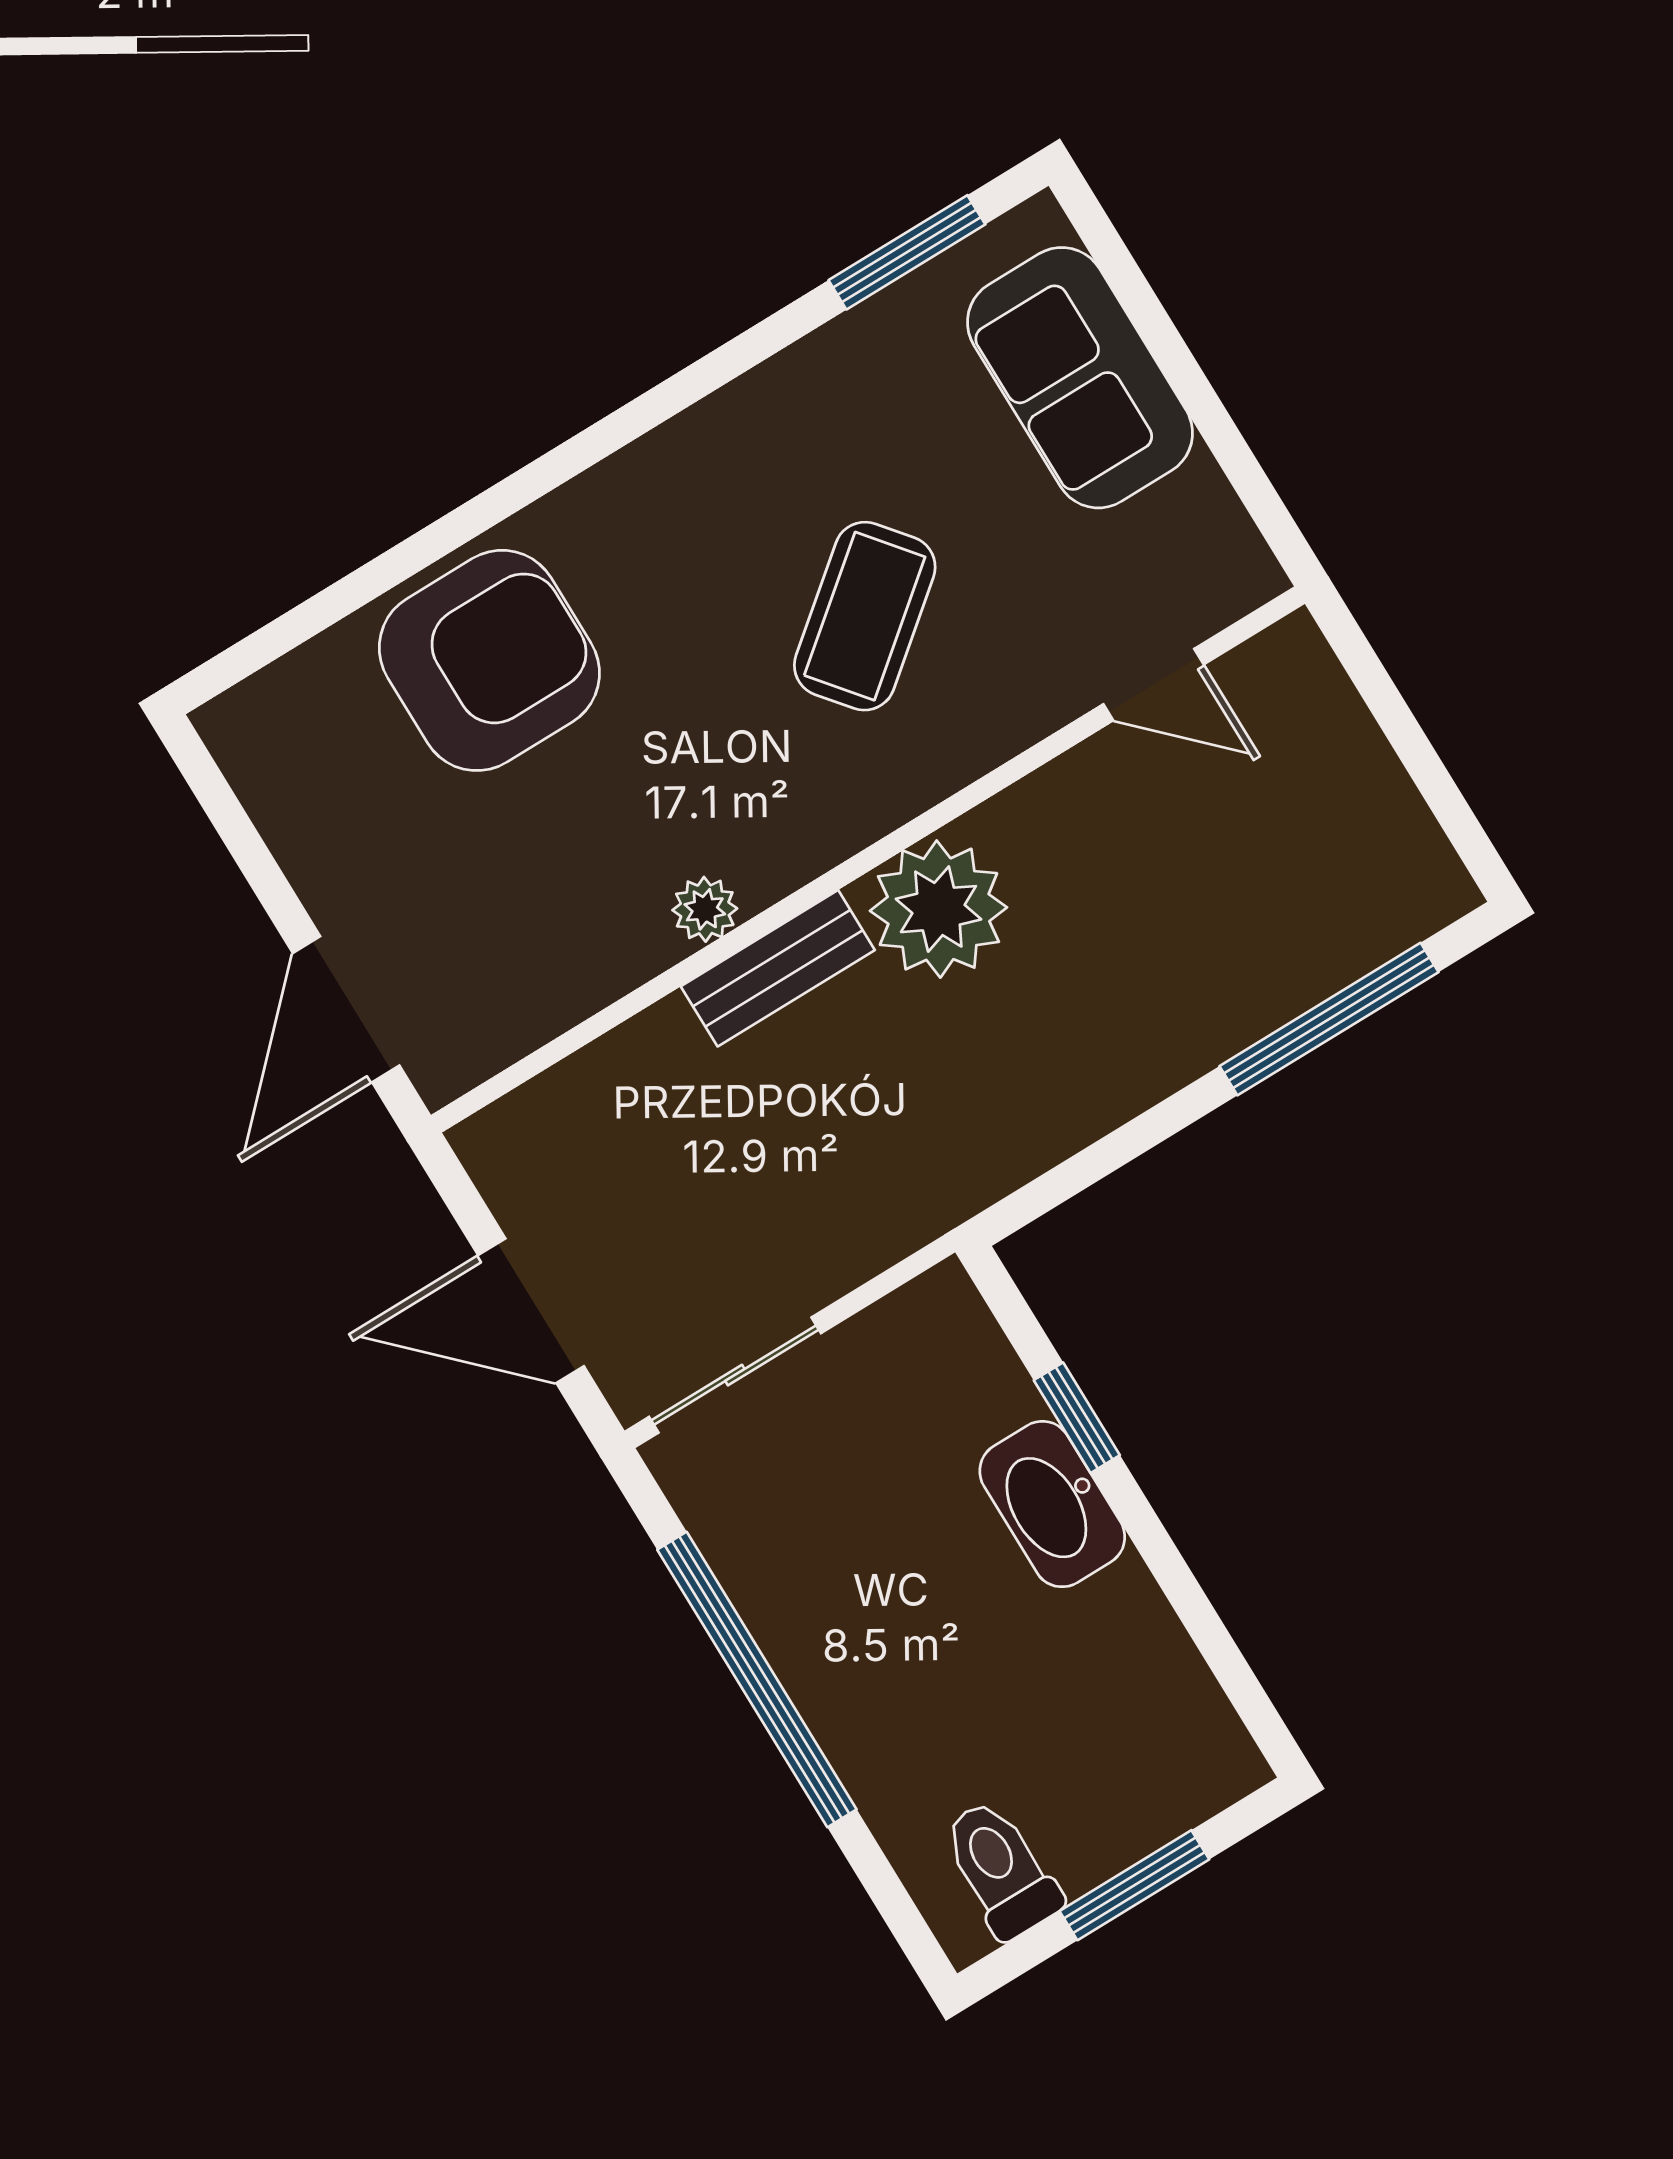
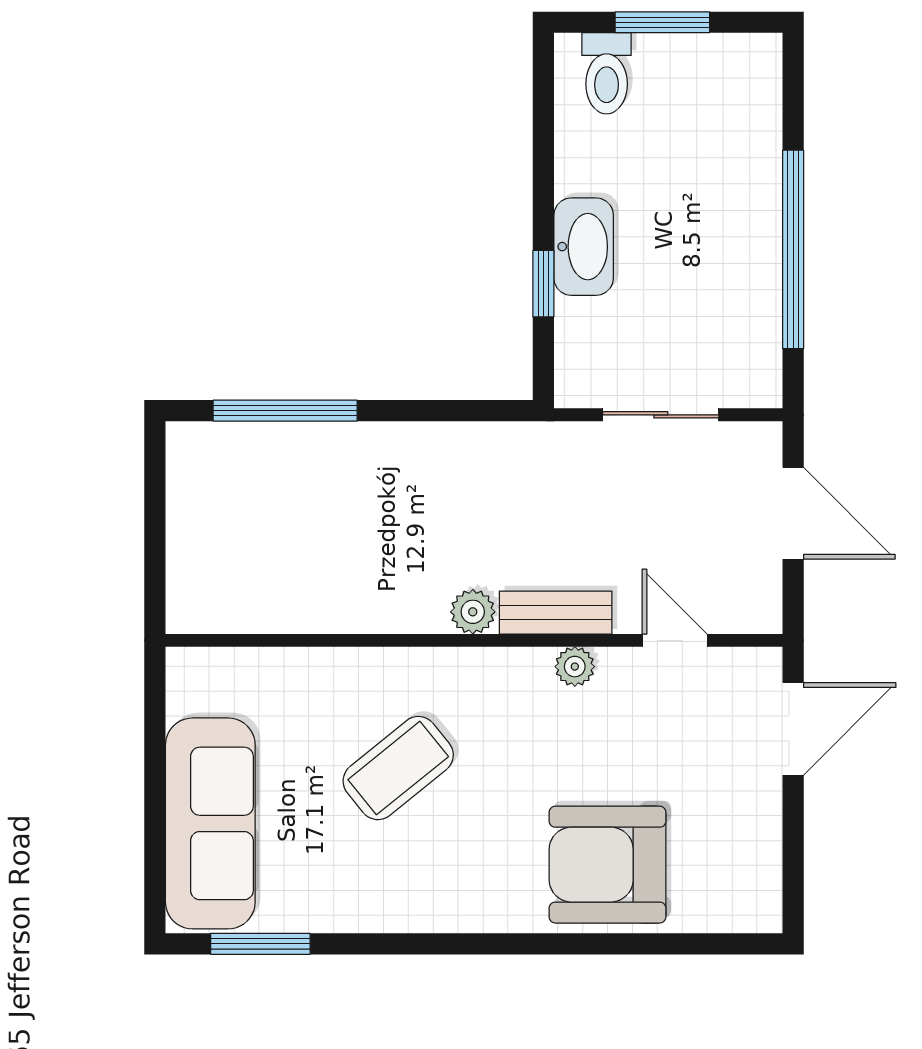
sofa: (1080, 378) -> (210, 823), width x1.36
door: (1154, 684) -> (675, 640), moved
plant: (938, 909) -> (473, 612), width x0.53, depth x0.53
sliding door: (735, 1375) -> (661, 415), moved
toilet: (1001, 1869) -> (607, 73), moved

